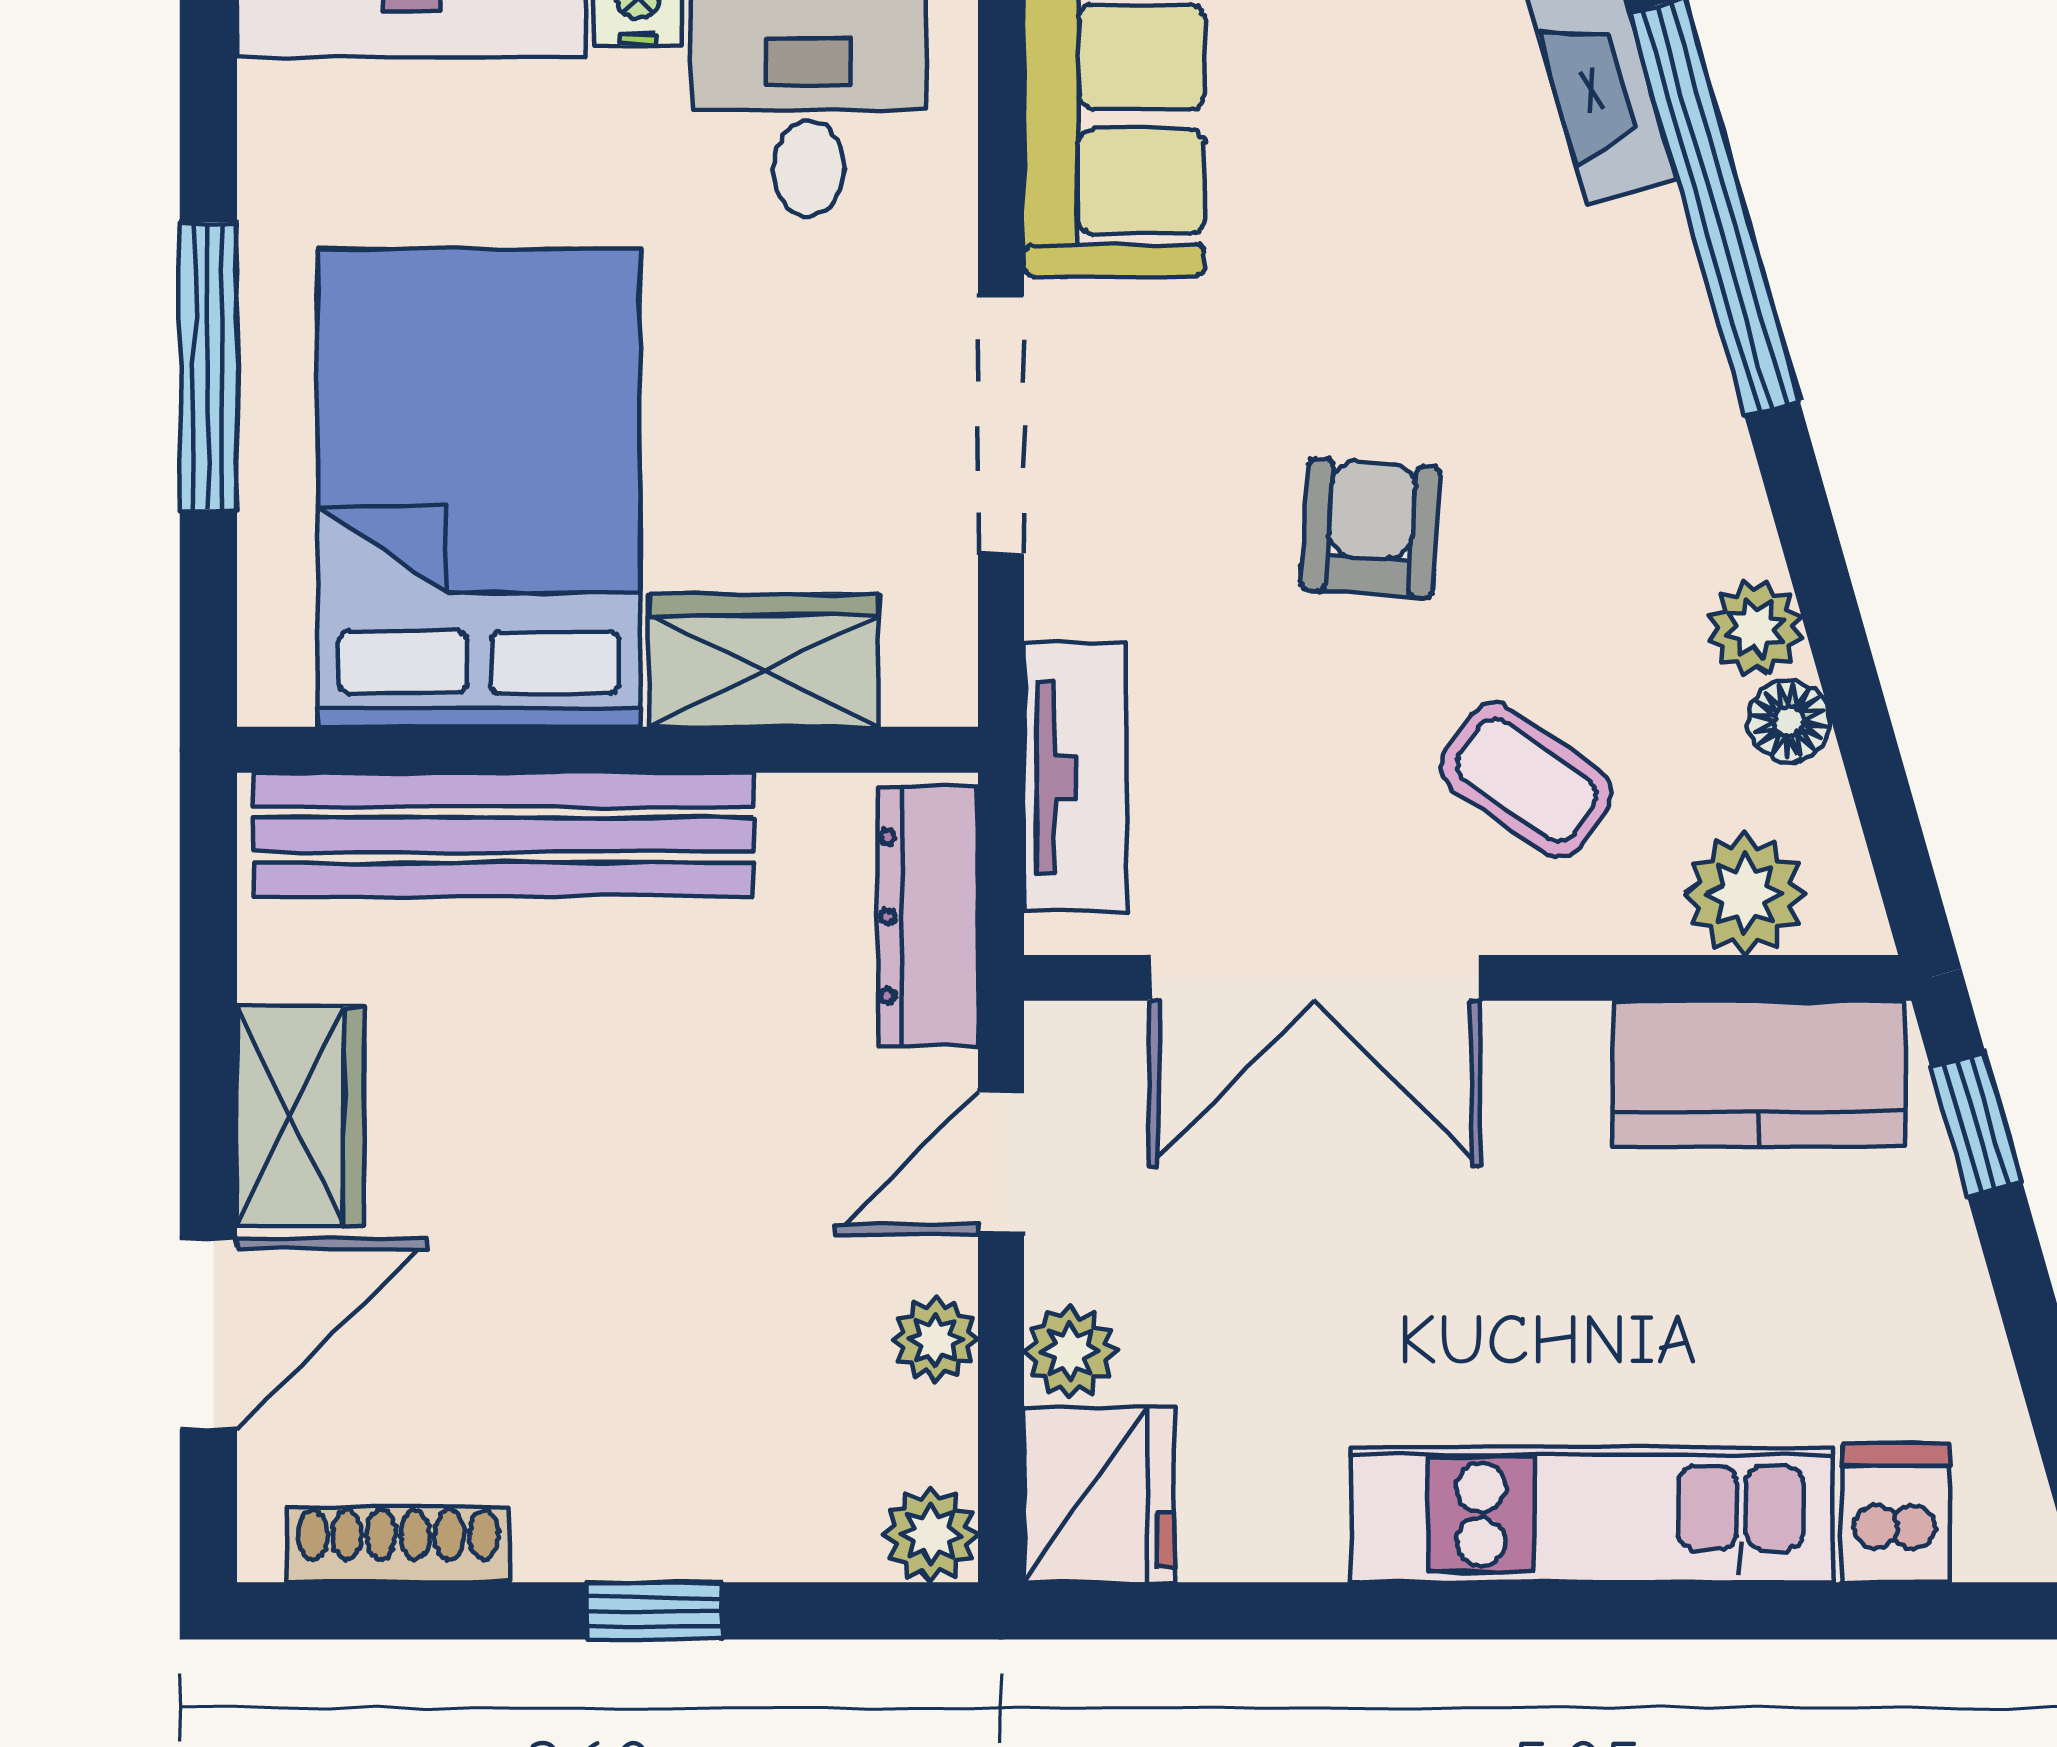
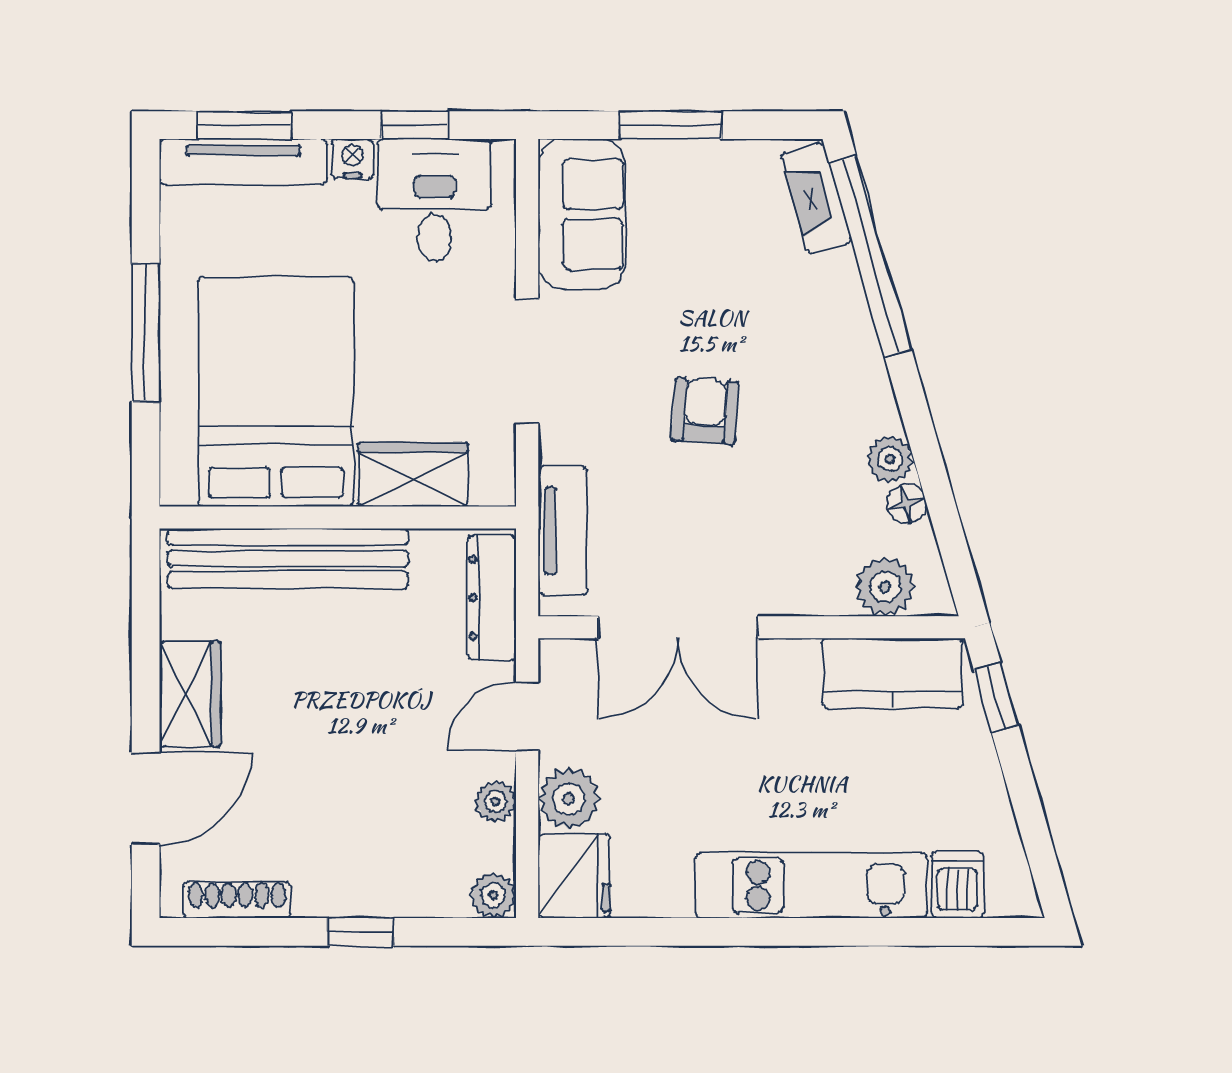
coffee table: (1526, 780) -> (780, 532), removed
plant: (1070, 1352) -> (569, 799), width x1.38, depth x1.38

